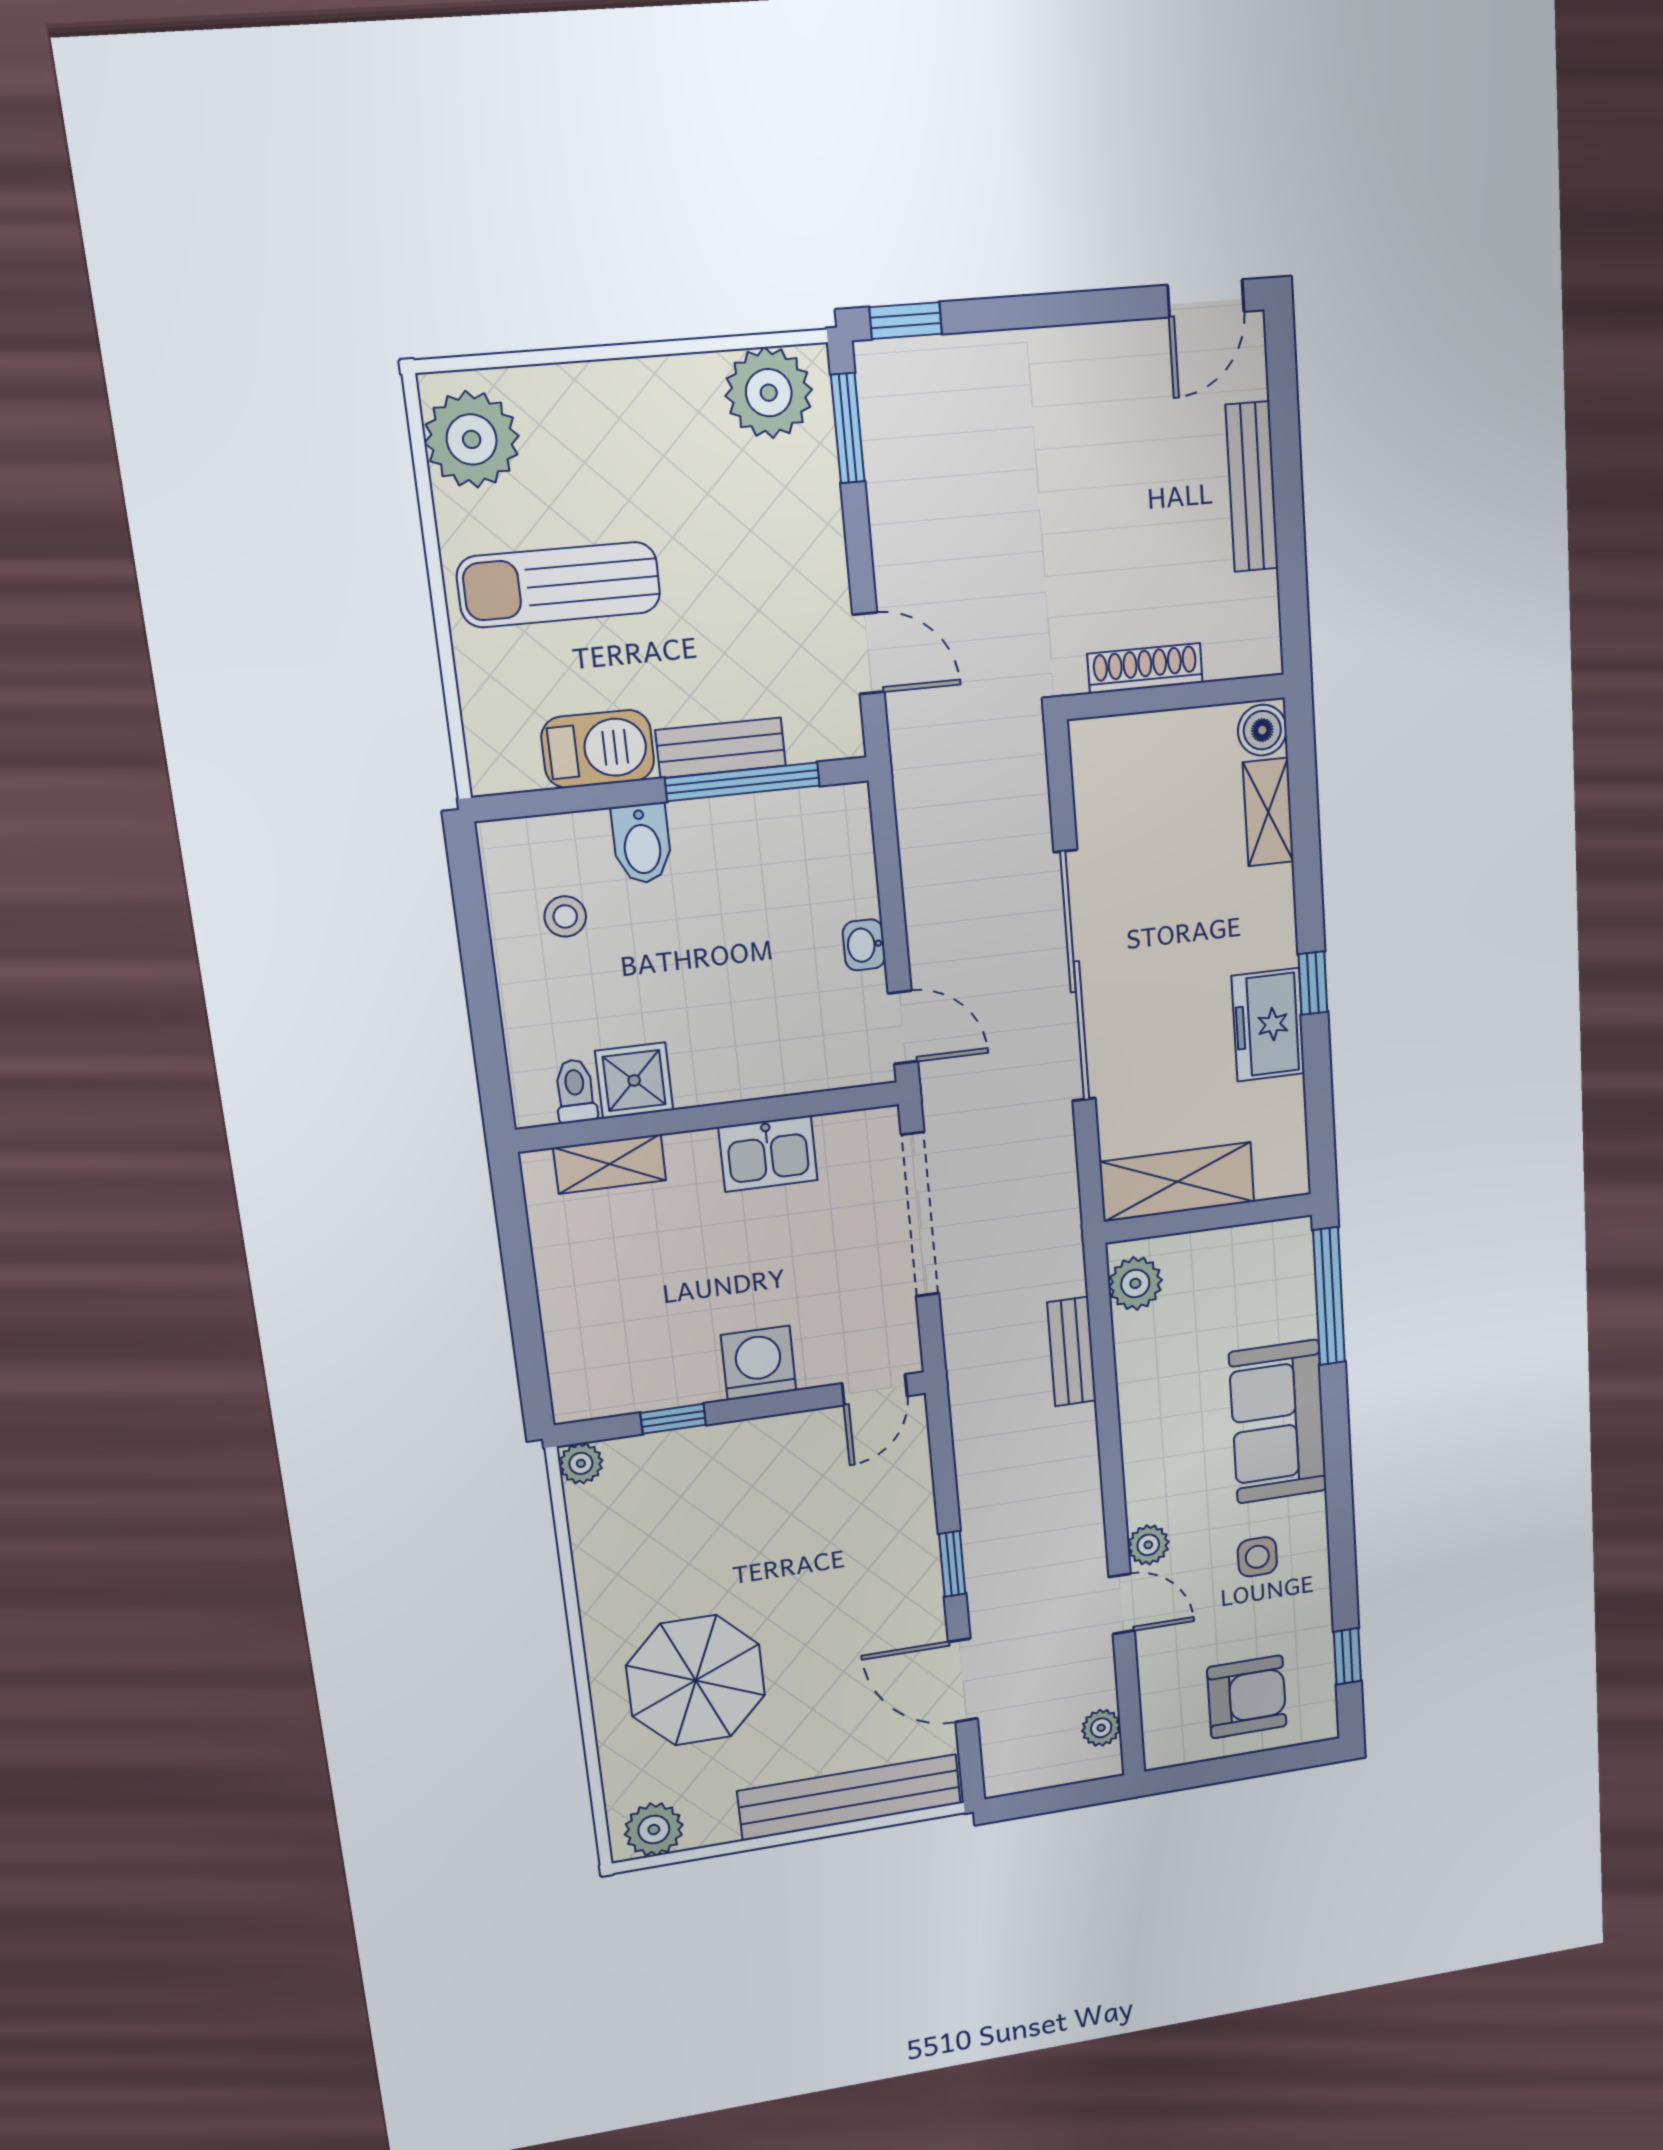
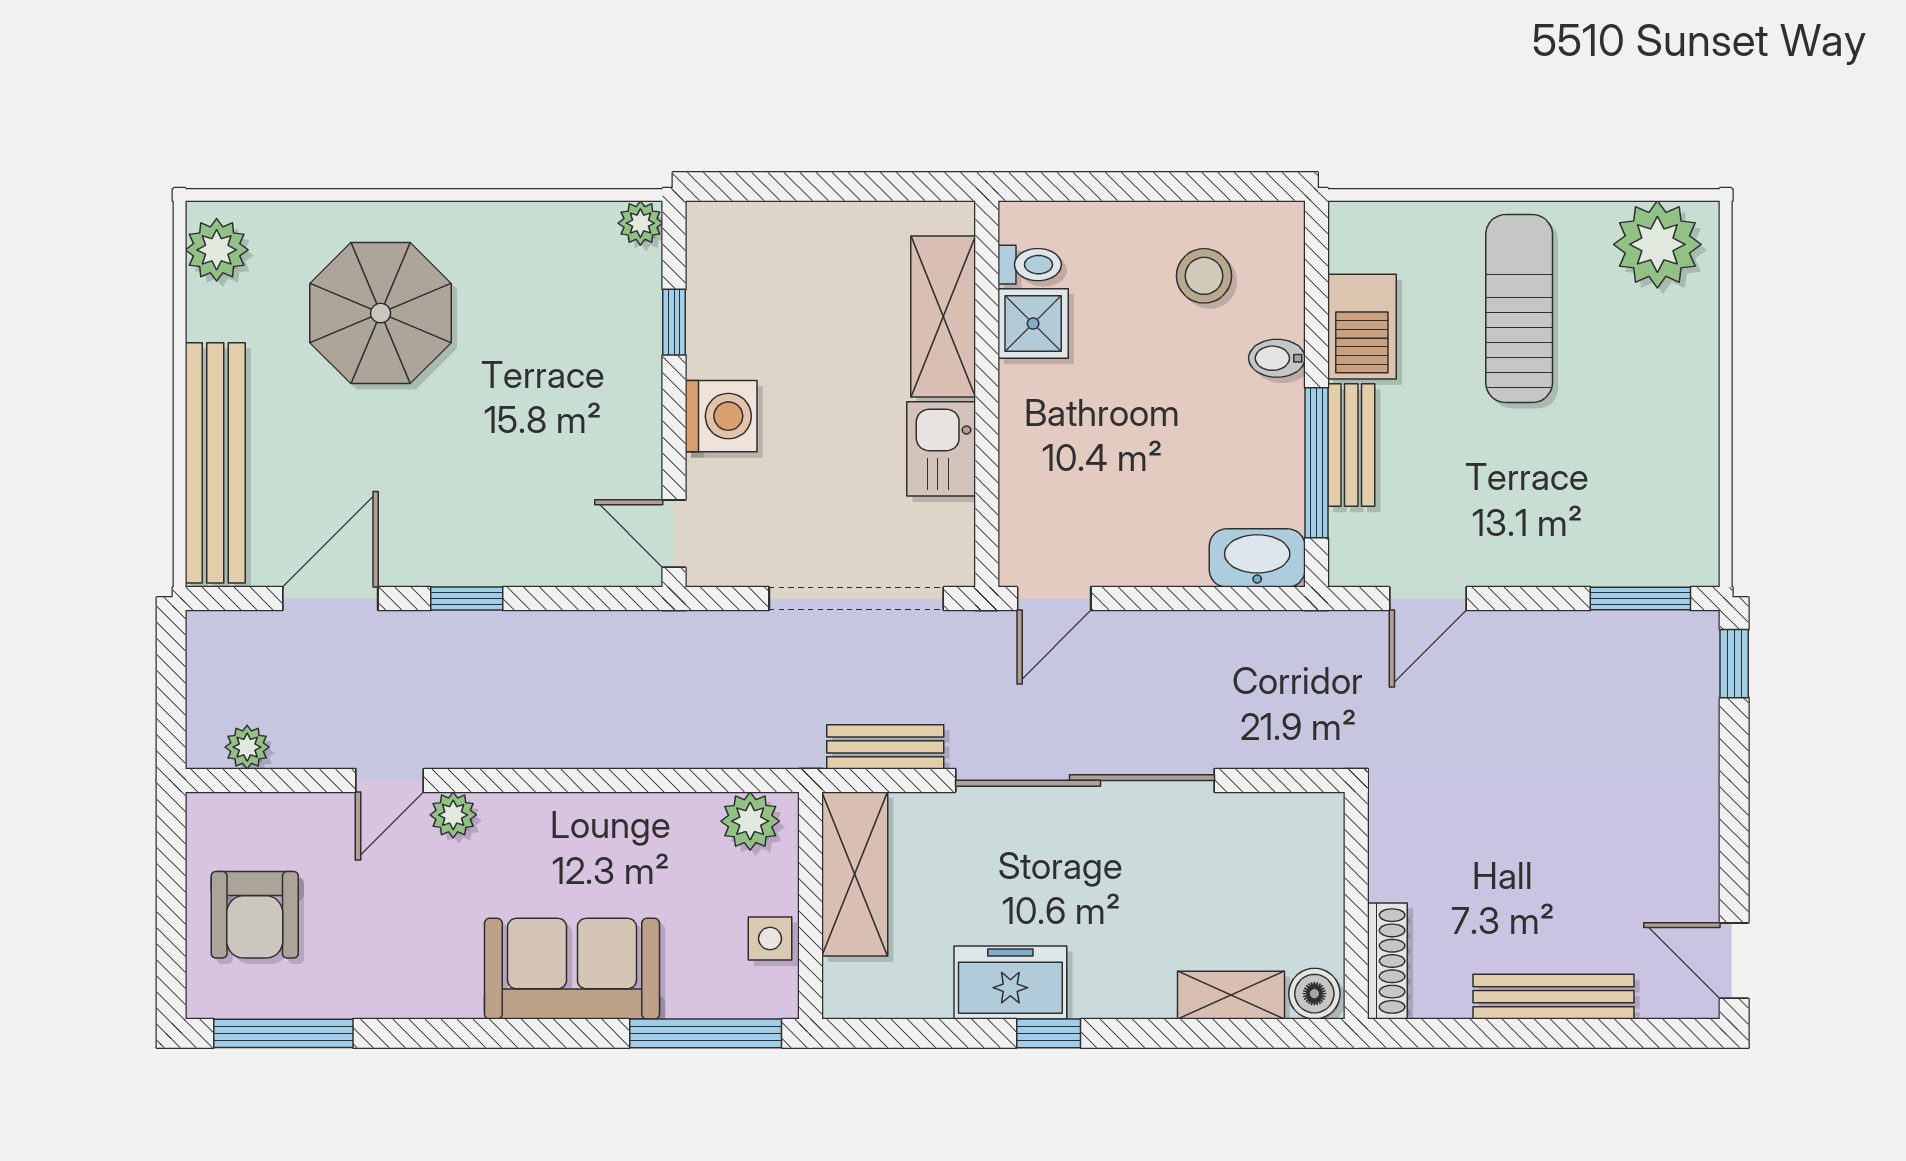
plant: (769, 393) -> (1678, 526), removed
shoe rack: (1145, 668) -> (1387, 961), moved
bidet: (642, 844) -> (1277, 358), width x0.72, depth x0.74
stool: (565, 916) -> (1204, 276), width x1.37, depth x1.37
washbasin: (864, 945) -> (1257, 558), moved, width x1.91, depth x1.45
shelving: (610, 1164) -> (943, 316), width x1.50, depth x1.33
bench: (1072, 1352) -> (885, 747), moved
side table: (1257, 1557) -> (770, 939), moved
window: (1347, 1656) -> (283, 1033), width x2.17

